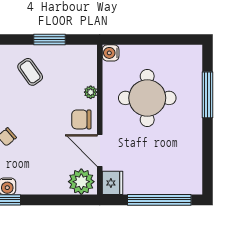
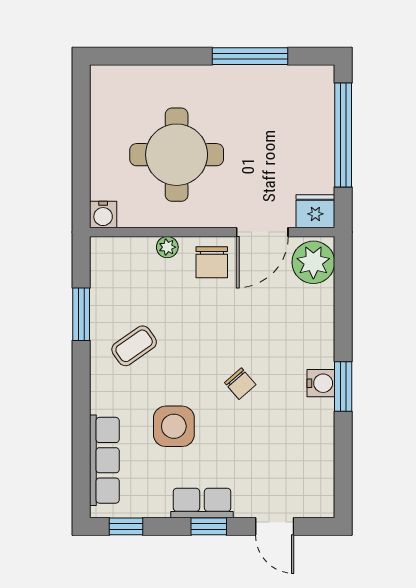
window: (208, 95) -> (250, 56), moved

